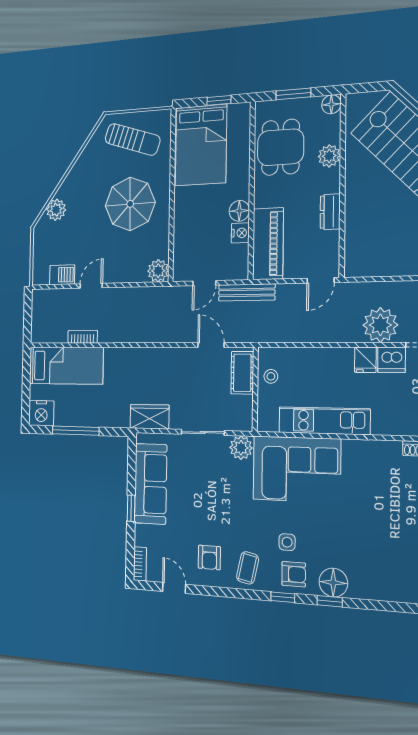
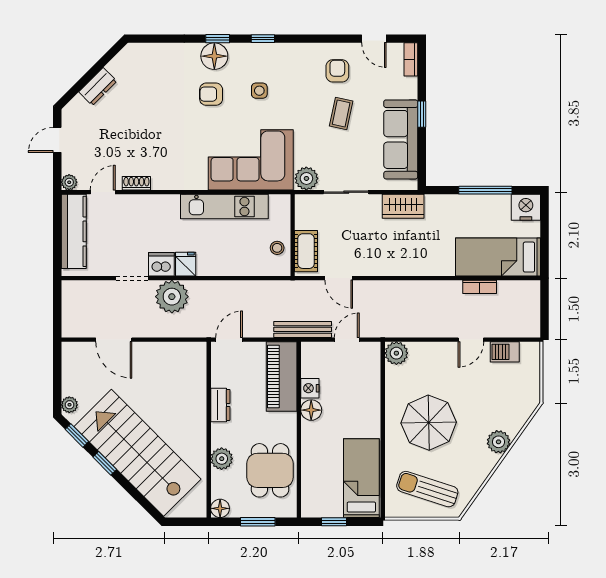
bed: (201, 145) -> (361, 478), width x0.67
plant: (56, 210) -> (499, 442), moved
coffee table: (248, 568) -> (341, 113), moved
armchair: (294, 574) -> (211, 94), moved

